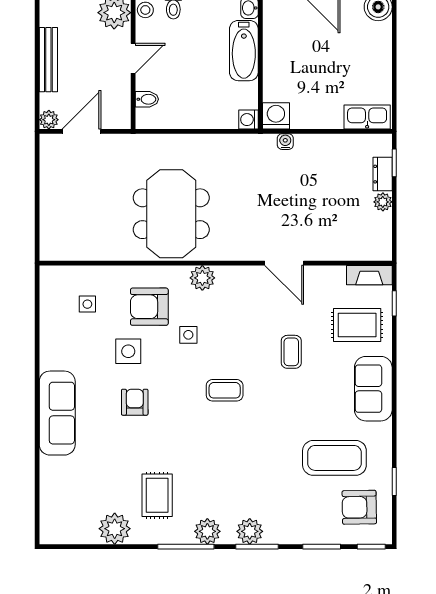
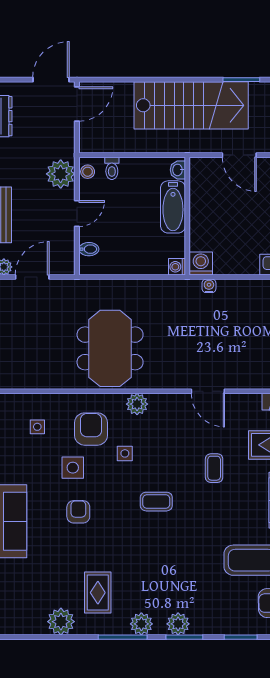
armchair: (149, 307) -> (91, 429), turned 90

